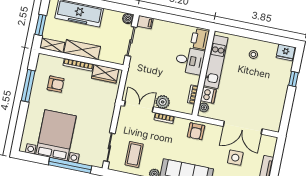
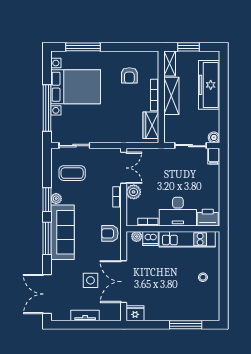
fridge: (286, 52) -> (135, 313), moved, turned 90
desk: (190, 61) -> (178, 212), width x1.37
window: (294, 79) -> (186, 325), width x2.17
window: (28, 86) -> (83, 47), moved

